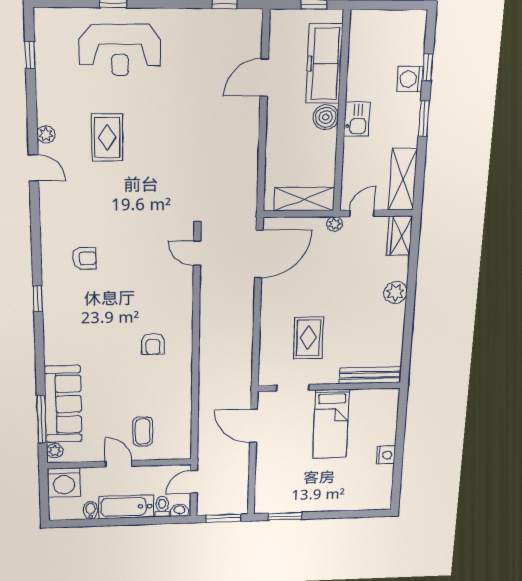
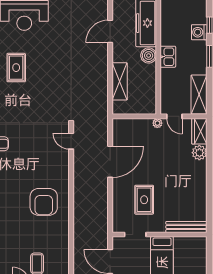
shelving: (304, 199) -> (120, 81), moved, turned 90
door: (362, 213) -> (174, 116), swing flipped
door: (259, 254) -> (110, 162), moved
plant: (395, 292) -> (199, 153), moved
armchair: (153, 344) -> (44, 202), width x1.88, depth x1.88

